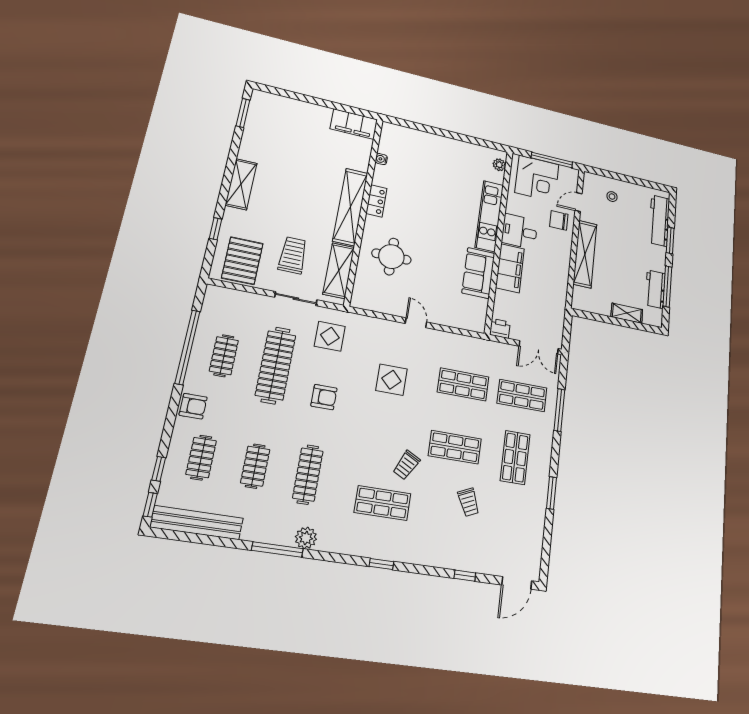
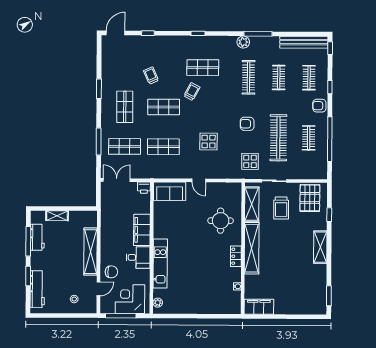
sofa: (478, 273) -> (170, 191), moved, turned 90
window: (159, 469) -> (330, 87), moved

